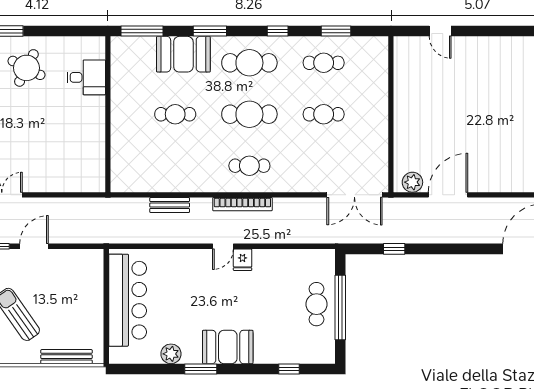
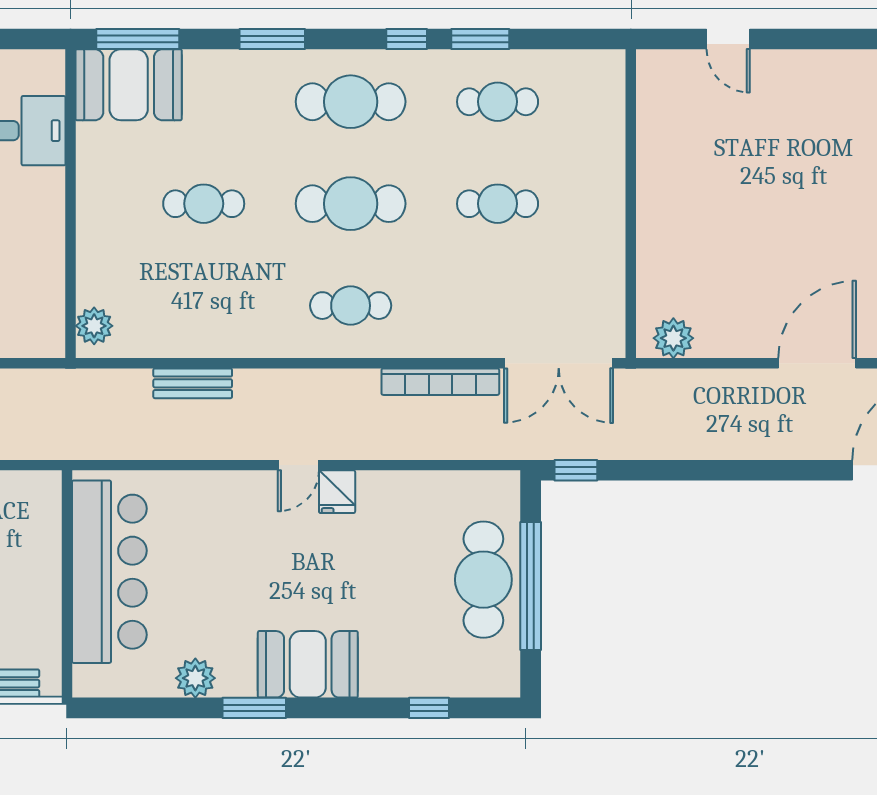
window: (336, 31) -> (480, 39), moved
booth: (183, 54) -> (129, 85), moved
plant: (120, 176) -> (94, 326), added
door: (448, 195) -> (817, 363), moved
bookcase: (242, 204) -> (440, 382), moved
window: (394, 249) -> (576, 470), moved
cafe table: (316, 304) -> (483, 580), width x1.37, depth x1.35

